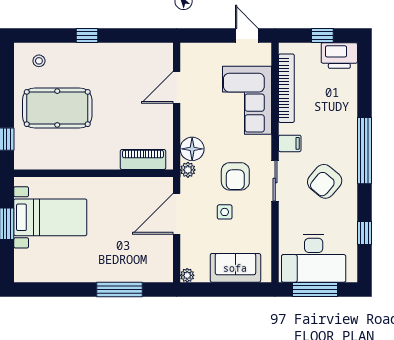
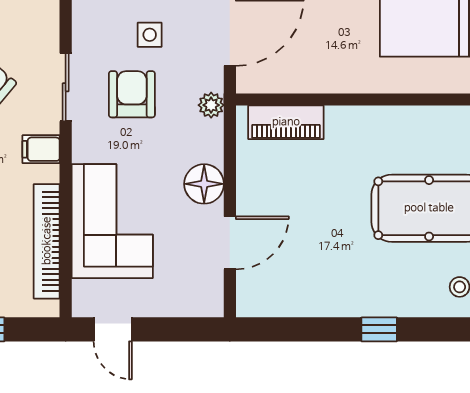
floor lamp: (192, 149) -> (204, 184), moved

